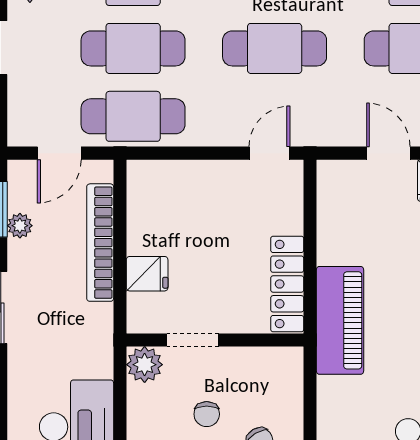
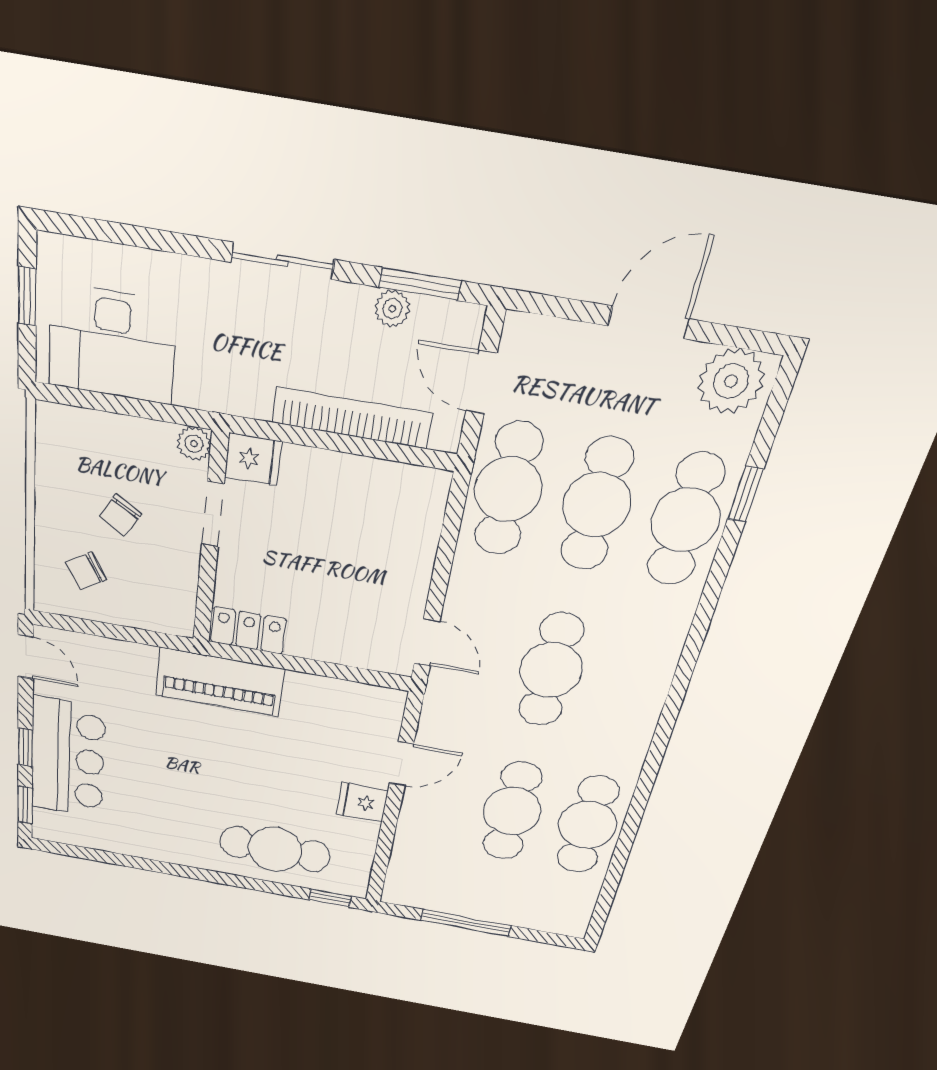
fridge: (147, 274) -> (253, 459), moved, turned -90
locker: (287, 284) -> (248, 630), width x0.66
plant: (145, 365) -> (194, 444), width x0.73, depth x0.73
chair: (207, 414) -> (120, 515), turned -59

